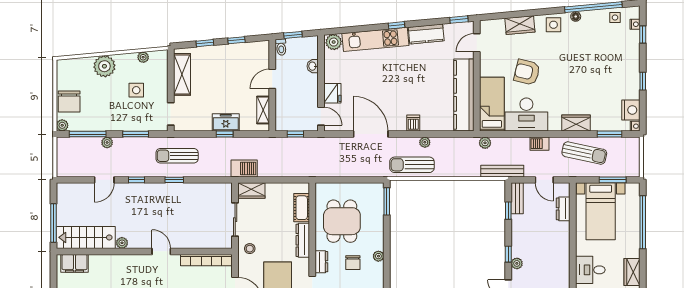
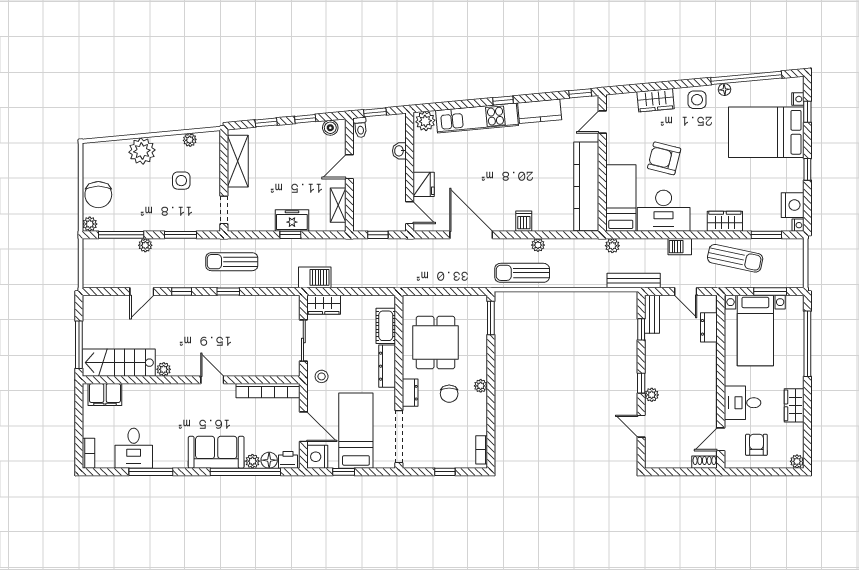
side table: (615, 18) -> (773, 91), removed
boiler: (257, 47) -> (330, 128), added
bed: (609, 51) -> (766, 132), added

